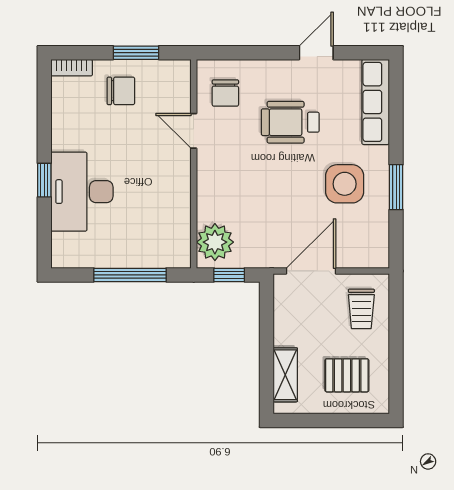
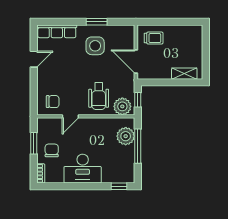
door: (316, 53) -> (34, 59), swing flipped
wheelchair: (290, 122) -> (99, 96), moved
window: (44, 180) -> (119, 186), moved
desk: (82, 192) -> (83, 169), moved
plant: (151, 249) -> (126, 136), added
pallet: (347, 375) -> (185, 45), removed

